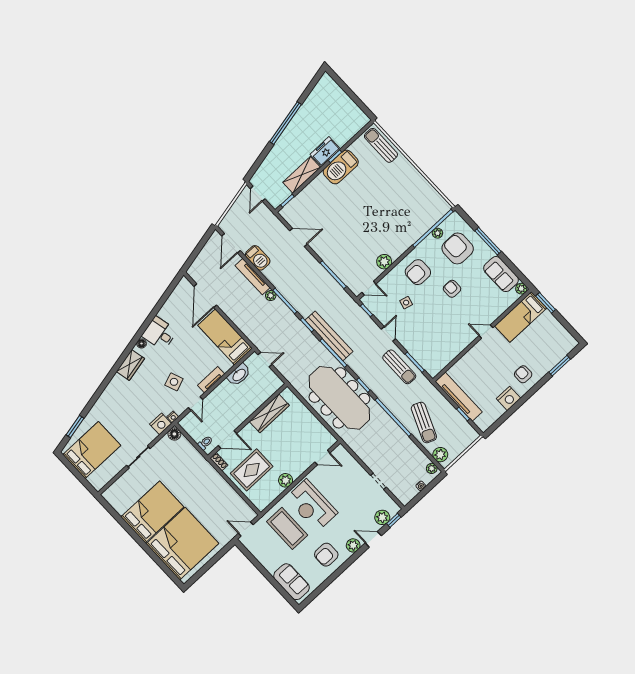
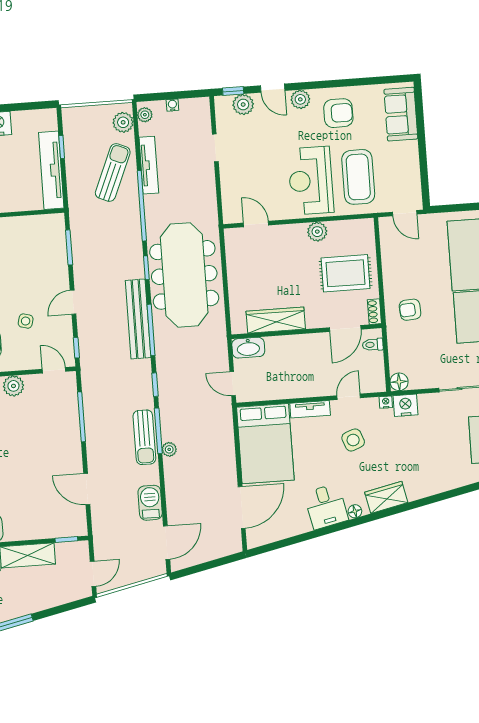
tv unit: (253, 277) -> (149, 165), moved
bench: (329, 336) -> (138, 319), moved
bed: (225, 337) -> (265, 444), width x1.50
sun lounger: (399, 367) -> (144, 437), moved, turned 180
washbasin: (239, 375) -> (248, 348), moved, turned 180
door: (227, 440) -> (345, 328), swing flipped
armchair: (200, 478) -> (410, 310), added
reception desk: (312, 505) -> (311, 181), turned 180

